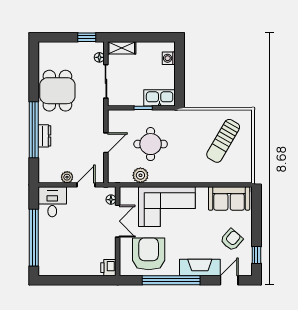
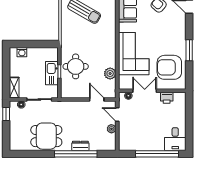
kitchen sink: (160, 98) -> (52, 73), moved
door: (106, 143) -> (97, 99), moved
round table: (151, 144) -> (76, 66), moved
desk: (52, 202) -> (175, 139), moved, turned -90
printer: (108, 268) -> (167, 98), moved
fireplace: (200, 268) -> (180, 29), removed
window: (171, 280) -> (189, 50), width x0.47

